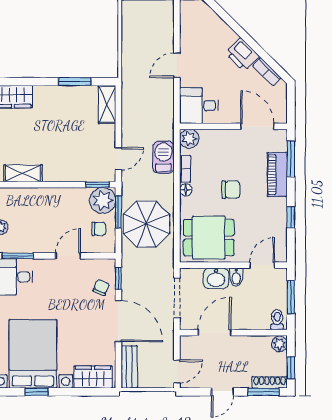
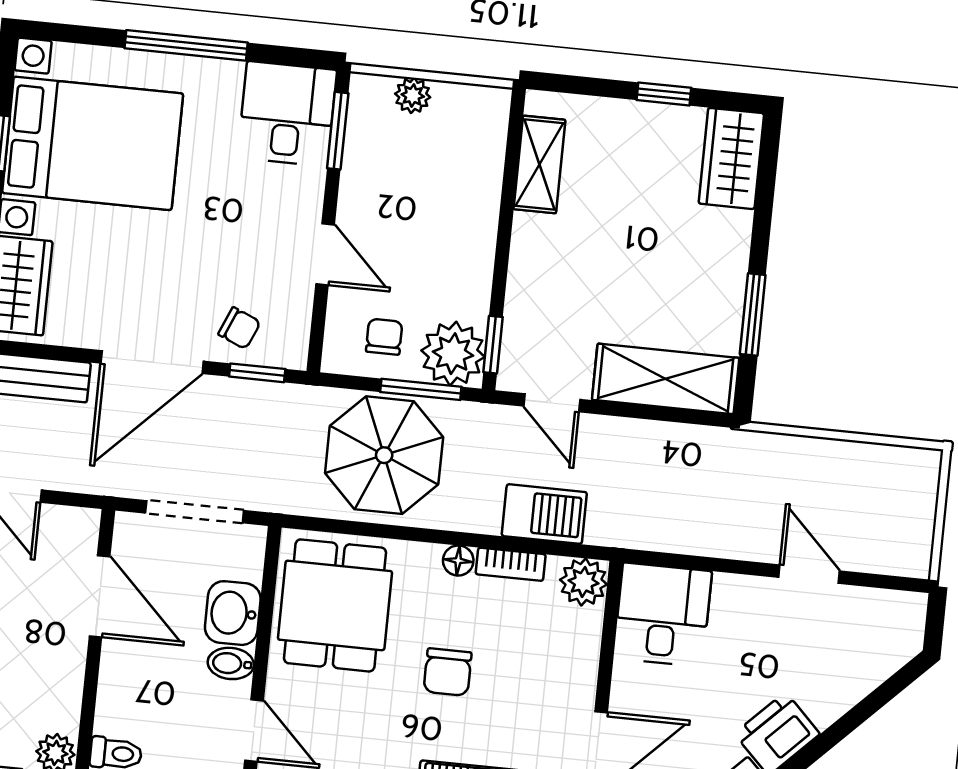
door: (177, 65) -> (809, 574), moved
shelving: (107, 104) -> (666, 379), width x1.50, depth x1.33
chair: (99, 229) -> (384, 337), turned 180

